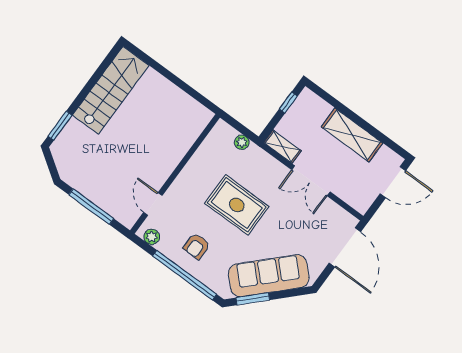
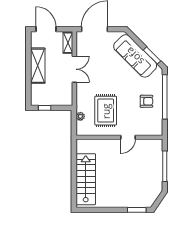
stairs: (111, 90) -> (86, 179), moved, turned 90
shelving: (282, 147) -> (68, 43), moved
door: (153, 204) -> (128, 137), moved
rug: (237, 205) -> (106, 111), moved
plant: (152, 237) -> (158, 126), removed

